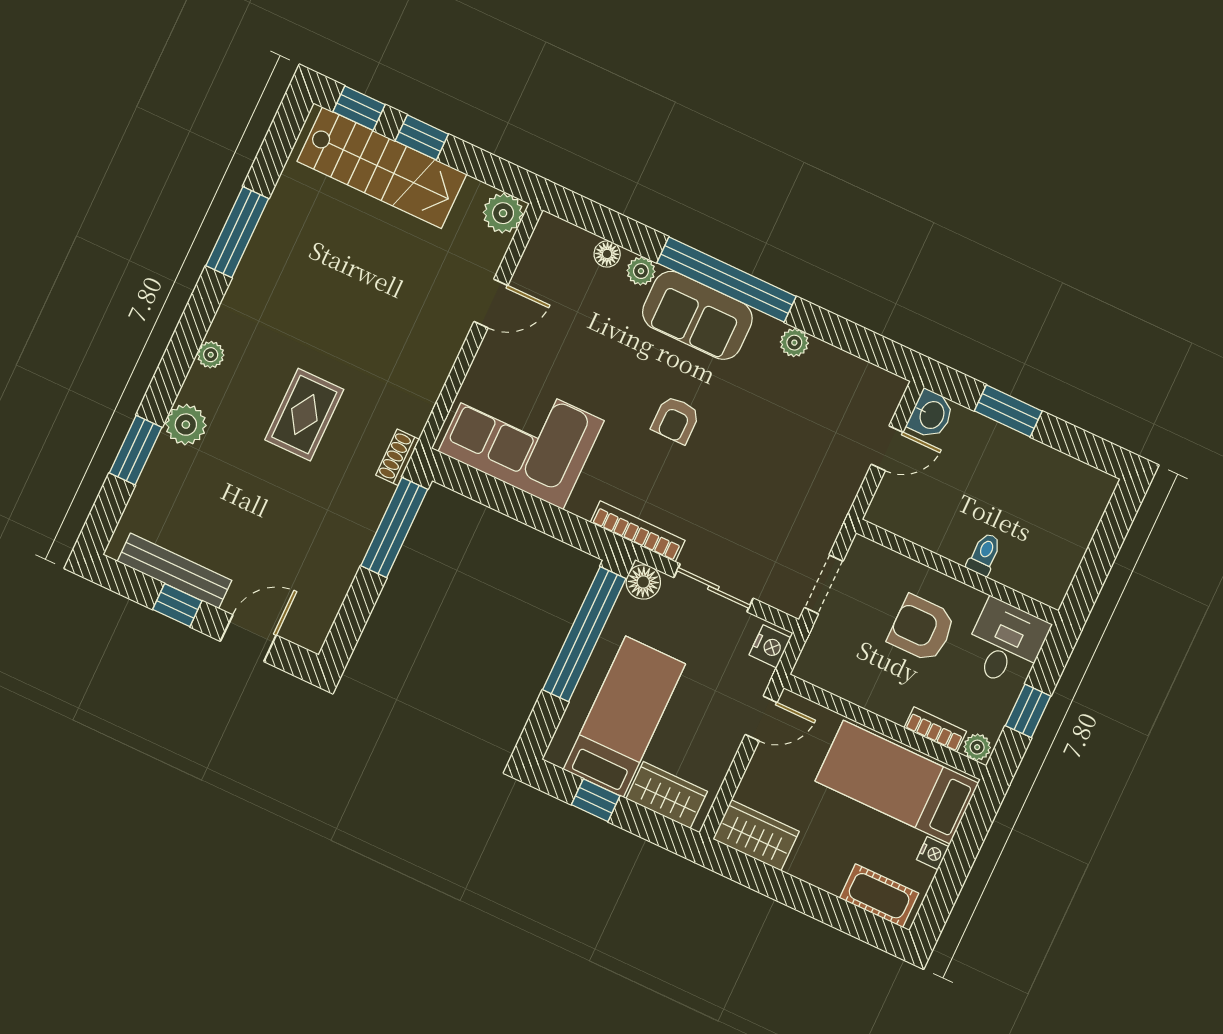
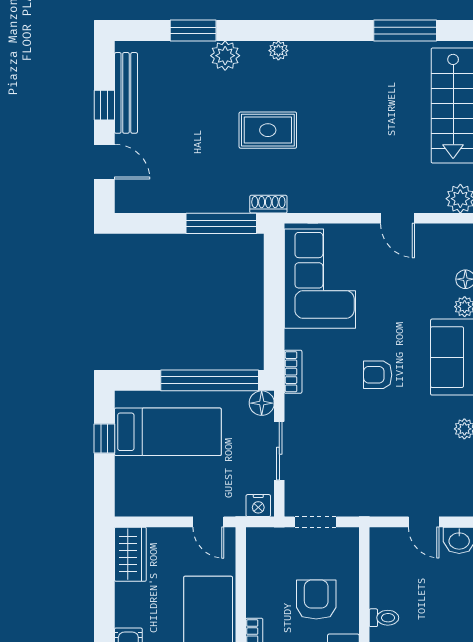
window: (237, 232) -> (405, 31), moved
bookcase: (638, 531) -> (293, 372), width x0.64
wardrobe: (667, 795) -> (129, 483), removed

